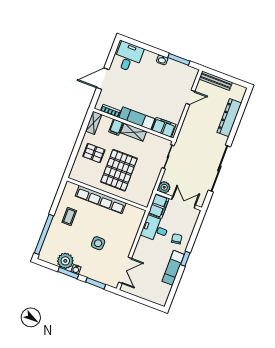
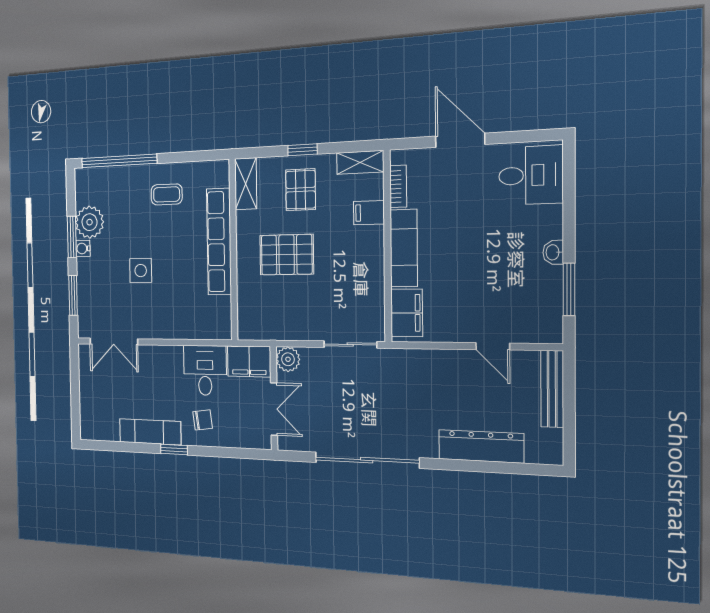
shelving: (134, 132) -> (246, 184), moved
window: (77, 146) -> (302, 150), added
pallet: (119, 170) -> (287, 255), width x0.73, depth x0.71

